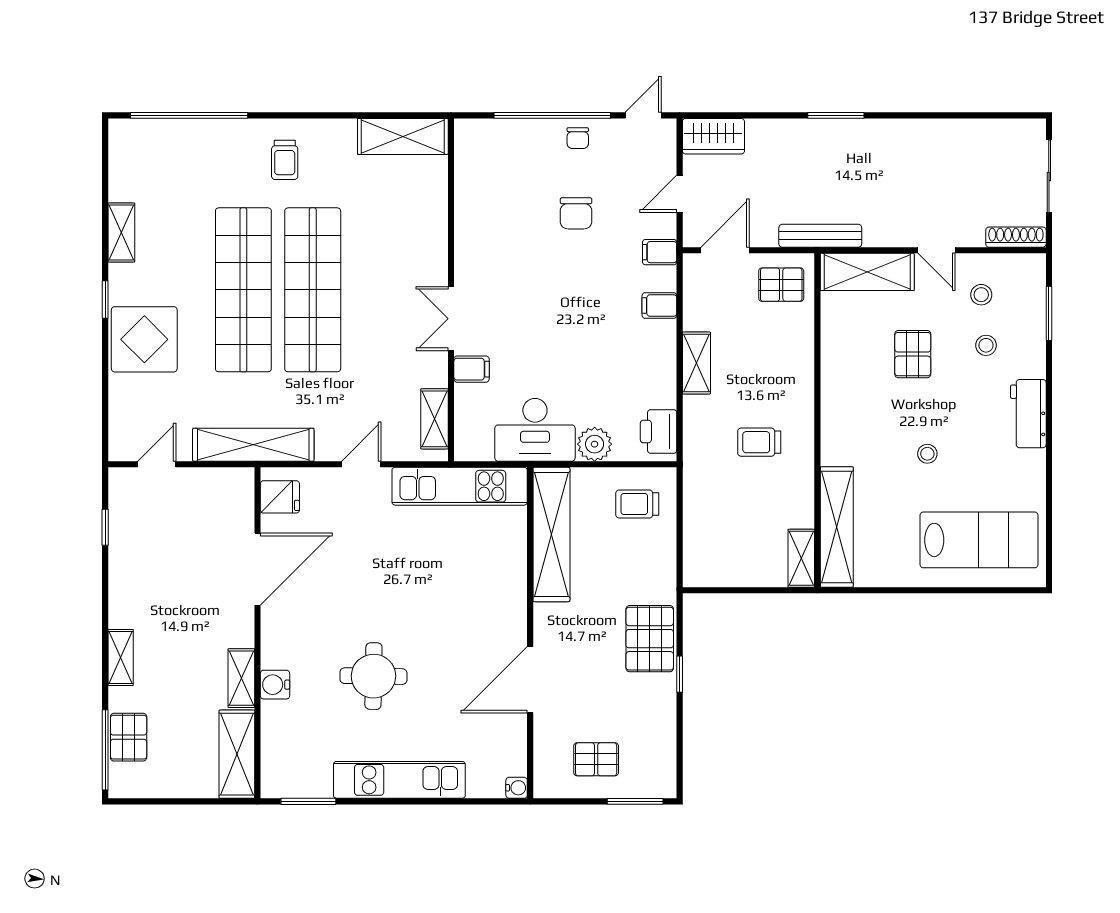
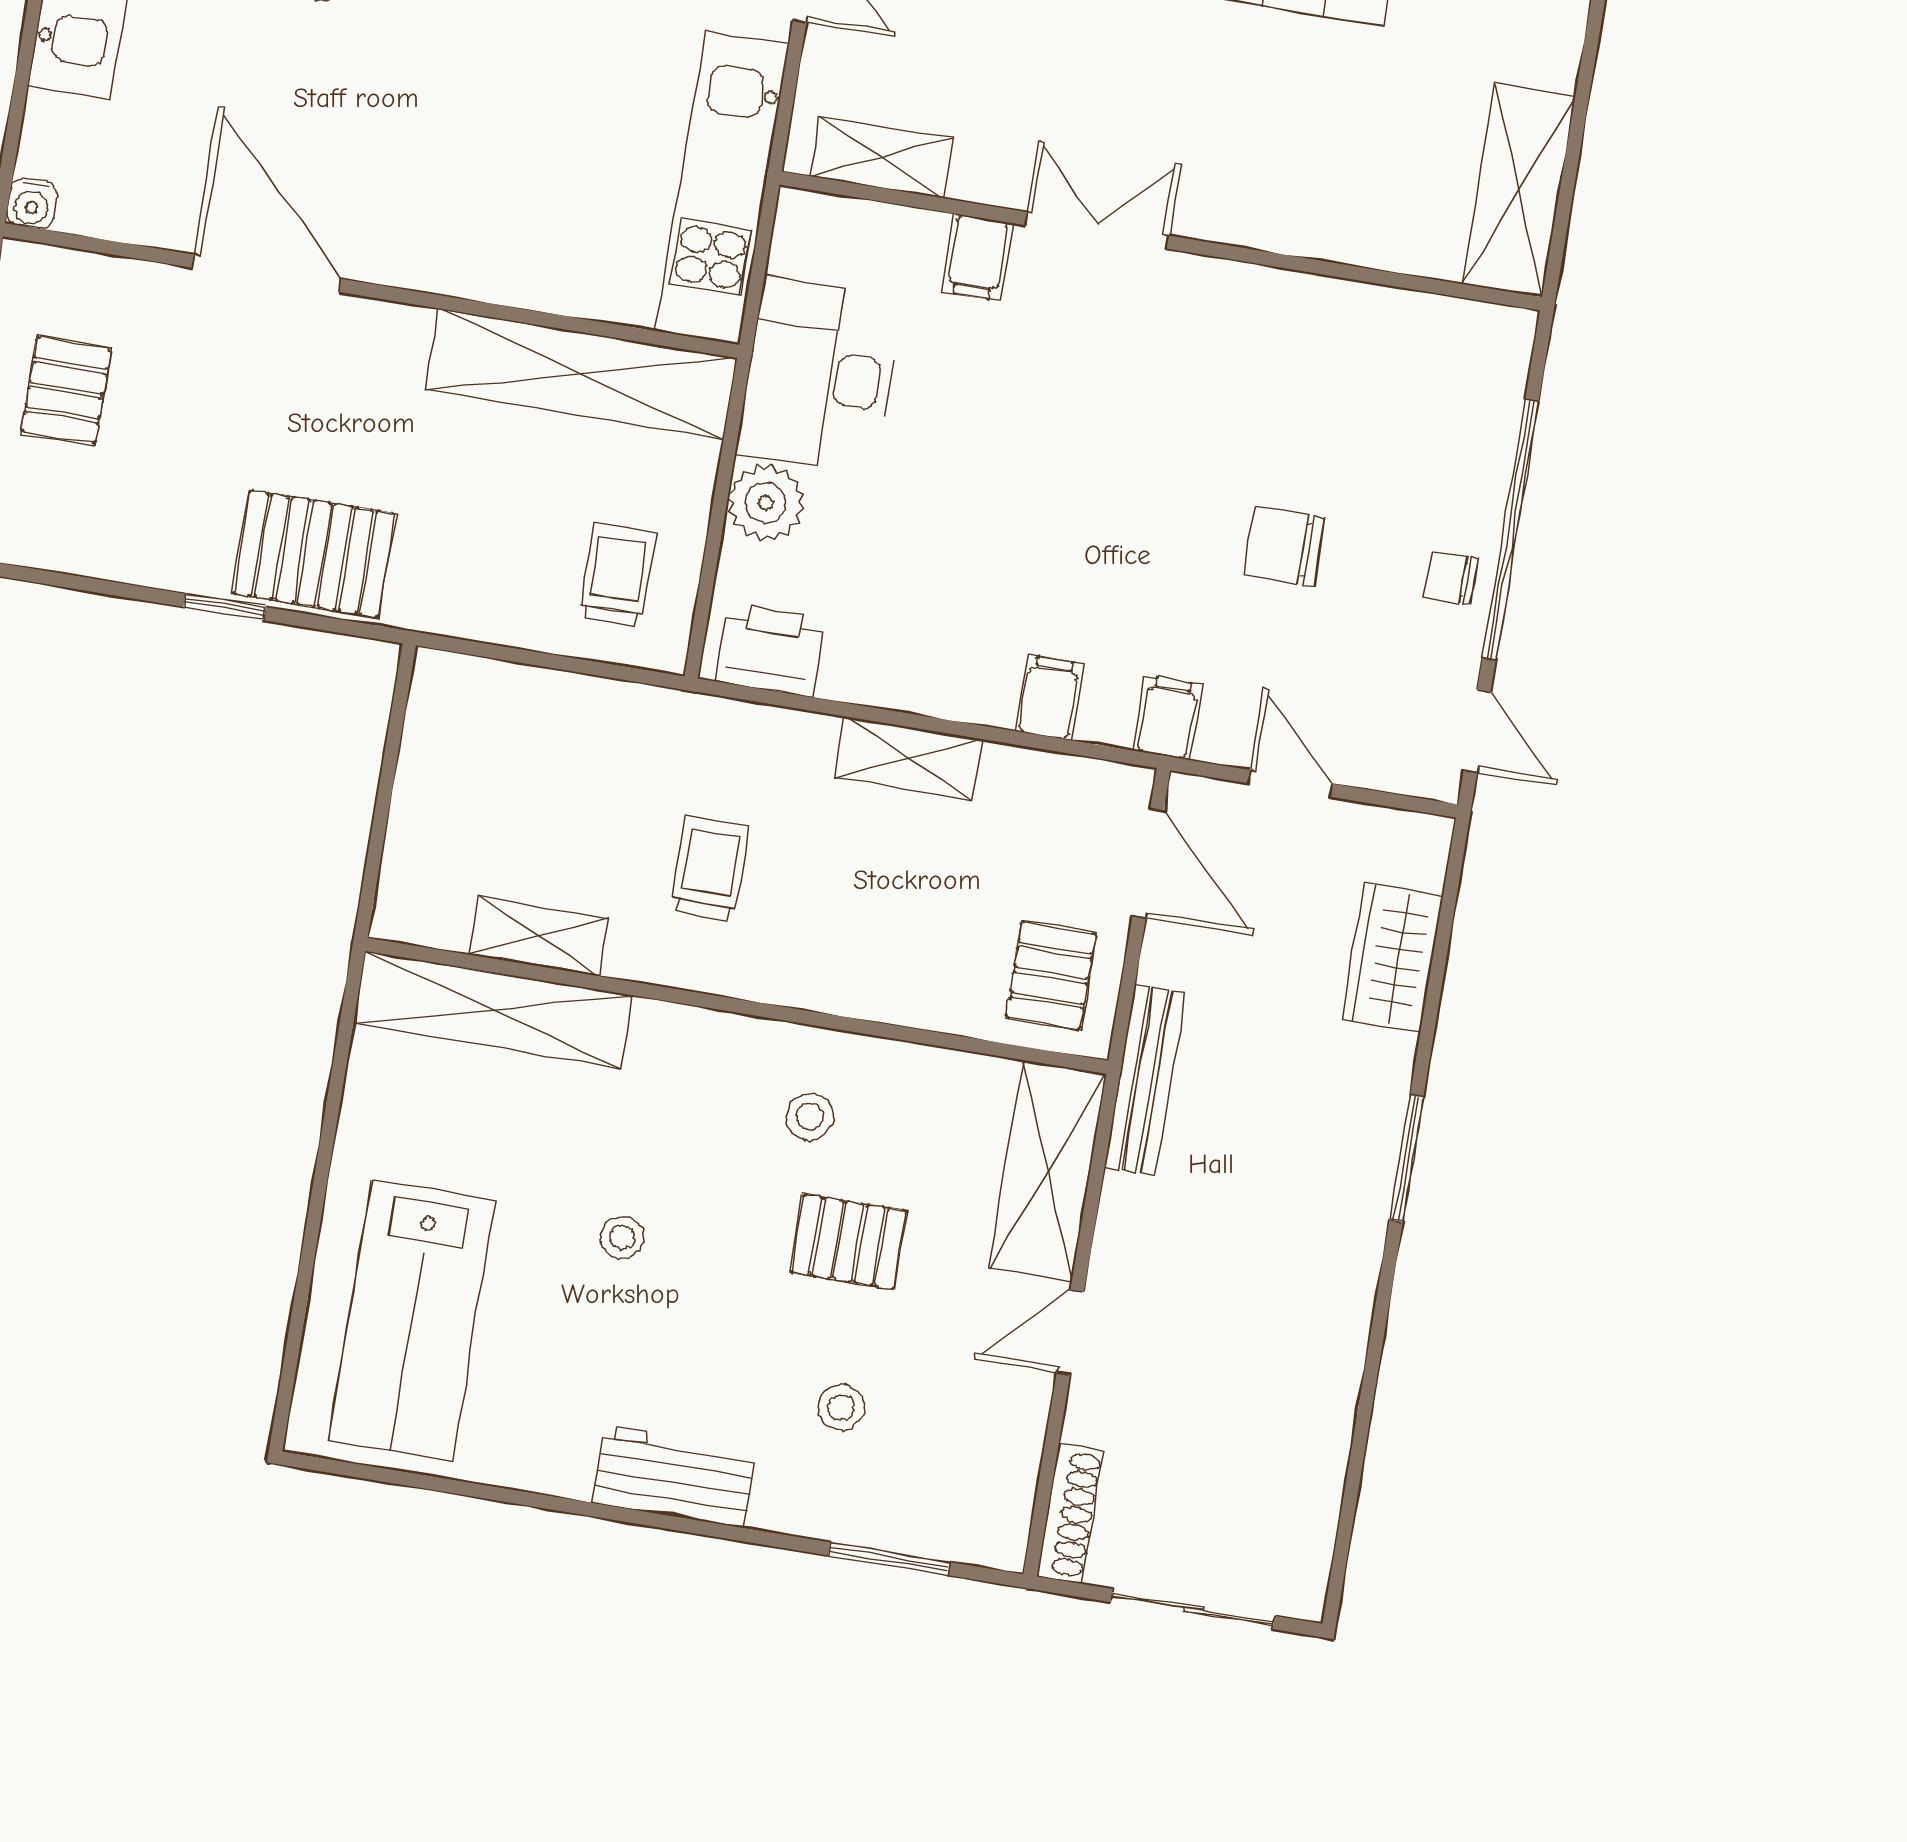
wardrobe: (713, 136) -> (1392, 957), moved
stool: (981, 295) -> (810, 1116), moved
shelving: (801, 558) -> (539, 936), moved

